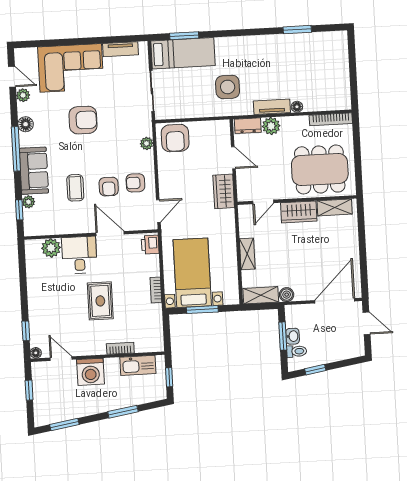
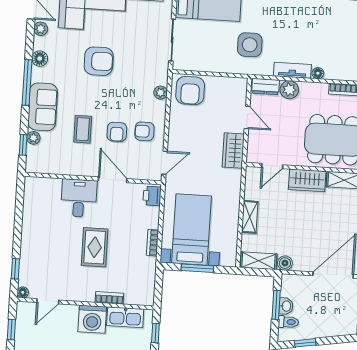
plant: (51, 248) -> (51, 187), removed
door: (61, 359) -> (48, 301), swing flipped
washing machine: (91, 372) -> (92, 319), moved

